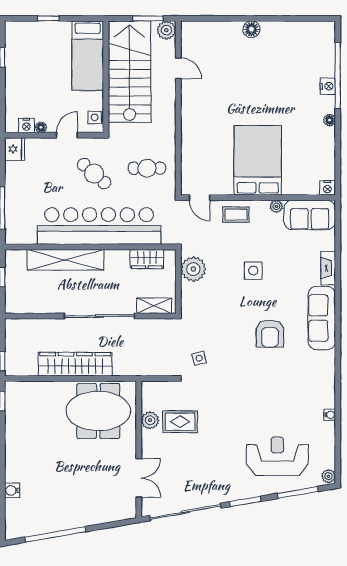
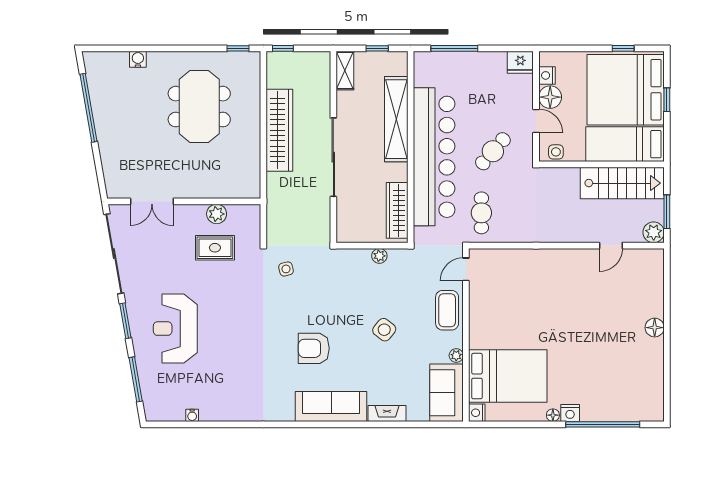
bed: (39, 55) -> (626, 90), added
stairs: (130, 72) -> (622, 183), width x0.73, depth x0.66
nightstand: (328, 86) -> (570, 413), moved
floor lamp: (41, 127) -> (550, 97), width x1.89, depth x1.89
bed: (258, 160) -> (508, 376), moved
cafe table: (147, 168) -> (481, 213), moved
coffee table: (236, 214) -> (447, 310), width x1.36, depth x1.30
wardrobe: (147, 259) -> (397, 210), width x1.50
plant: (193, 269) -> (379, 256), width x0.53, depth x0.53
side table: (253, 271) -> (384, 330), turned 38
shelving: (154, 306) -> (345, 71), moved
meeting table: (98, 411) -> (199, 107), moved
water cooler: (330, 415) -> (192, 415), moved
rug: (180, 422) -> (215, 248), turned 90
reception desk: (277, 456) -> (175, 329), moved, turned 180
plant: (328, 476) -> (154, 414), removed

